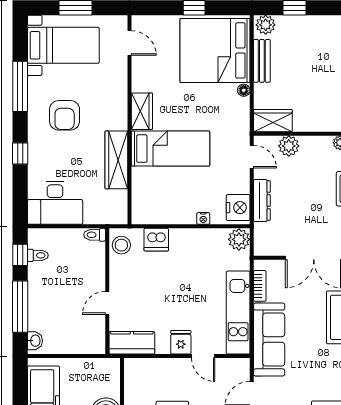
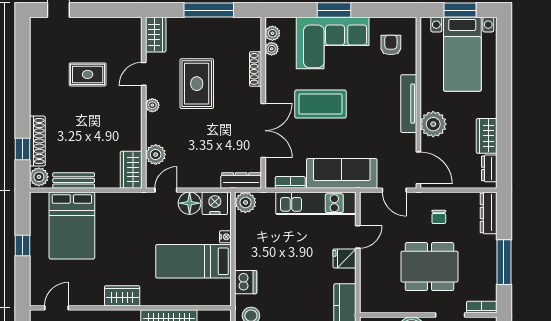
shoe rack: (303, 23) -> (37, 141), added
bed: (215, 50) -> (72, 226), width x0.73
floor lamp: (244, 90) -> (190, 203), moved, width x1.89, depth x1.89
bed: (170, 149) -> (193, 261), moved, turned -90
dresser: (262, 201) -> (241, 180), moved

